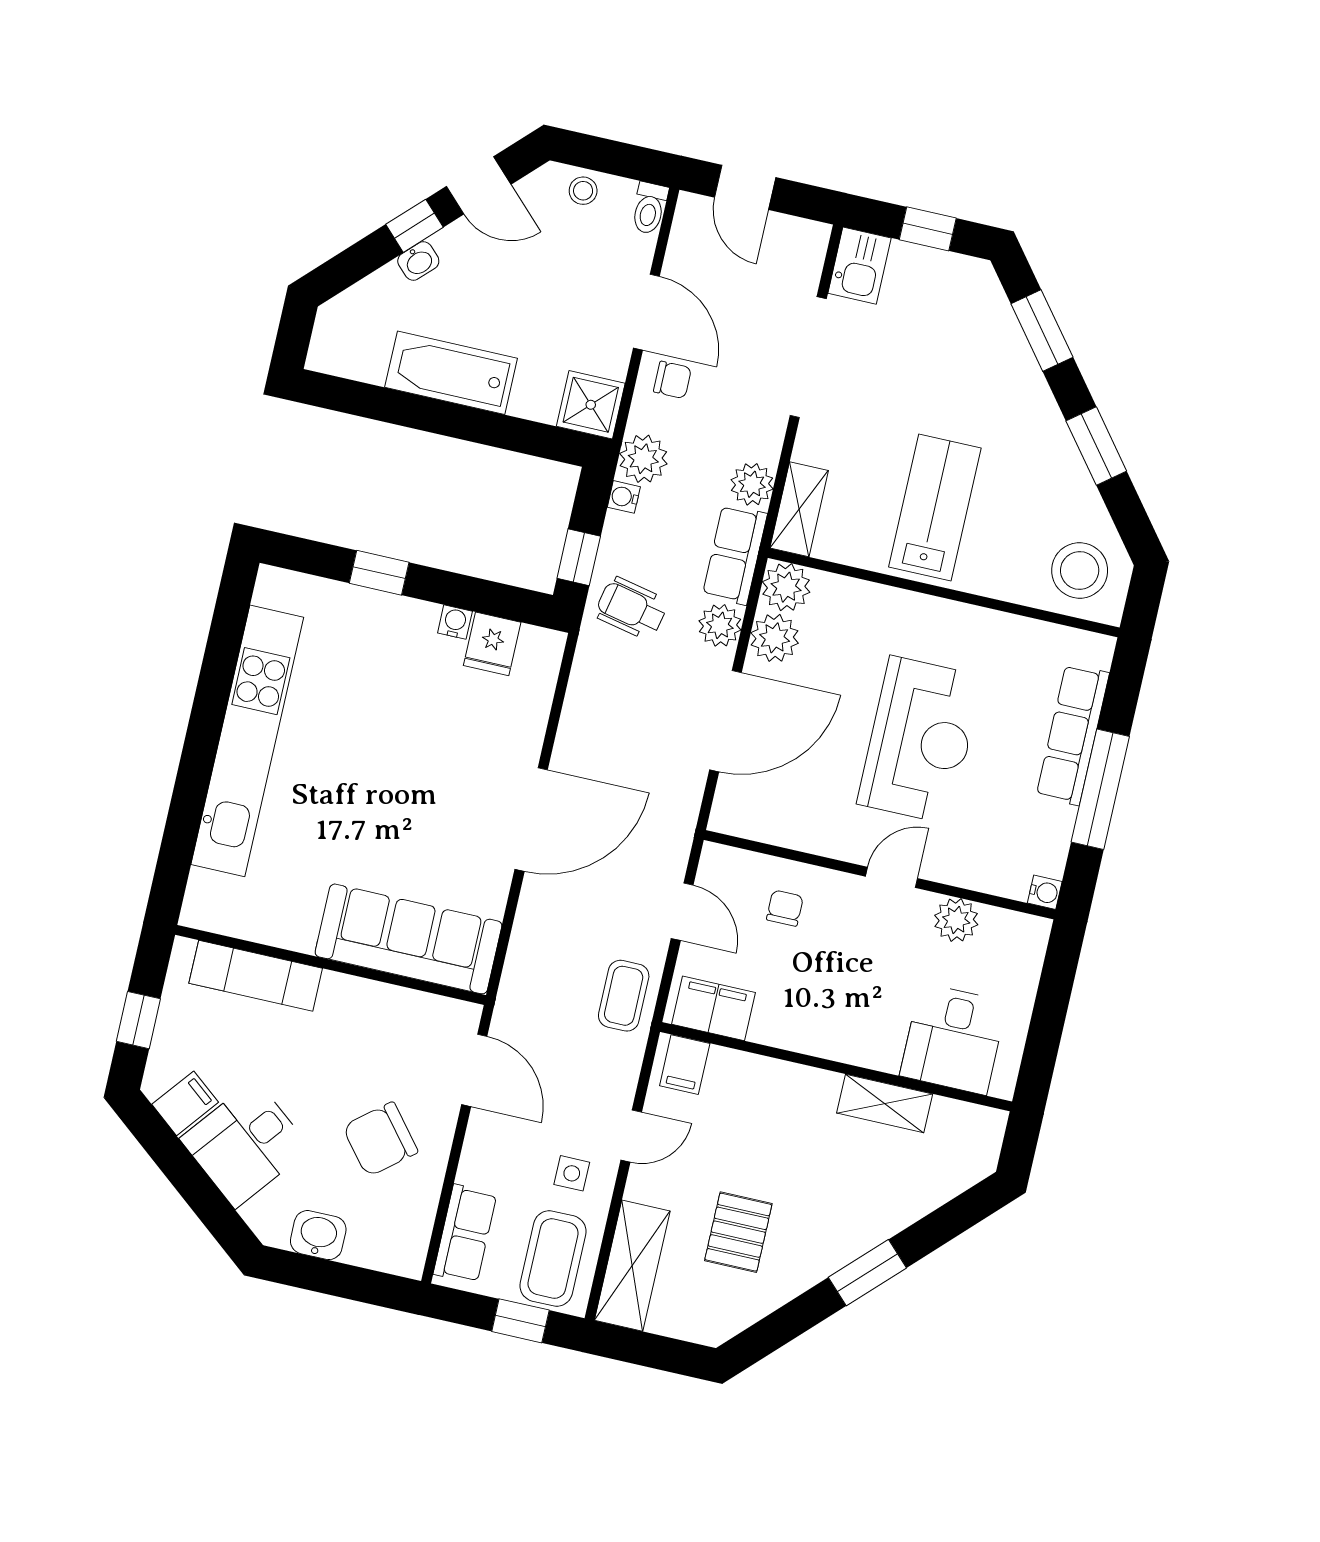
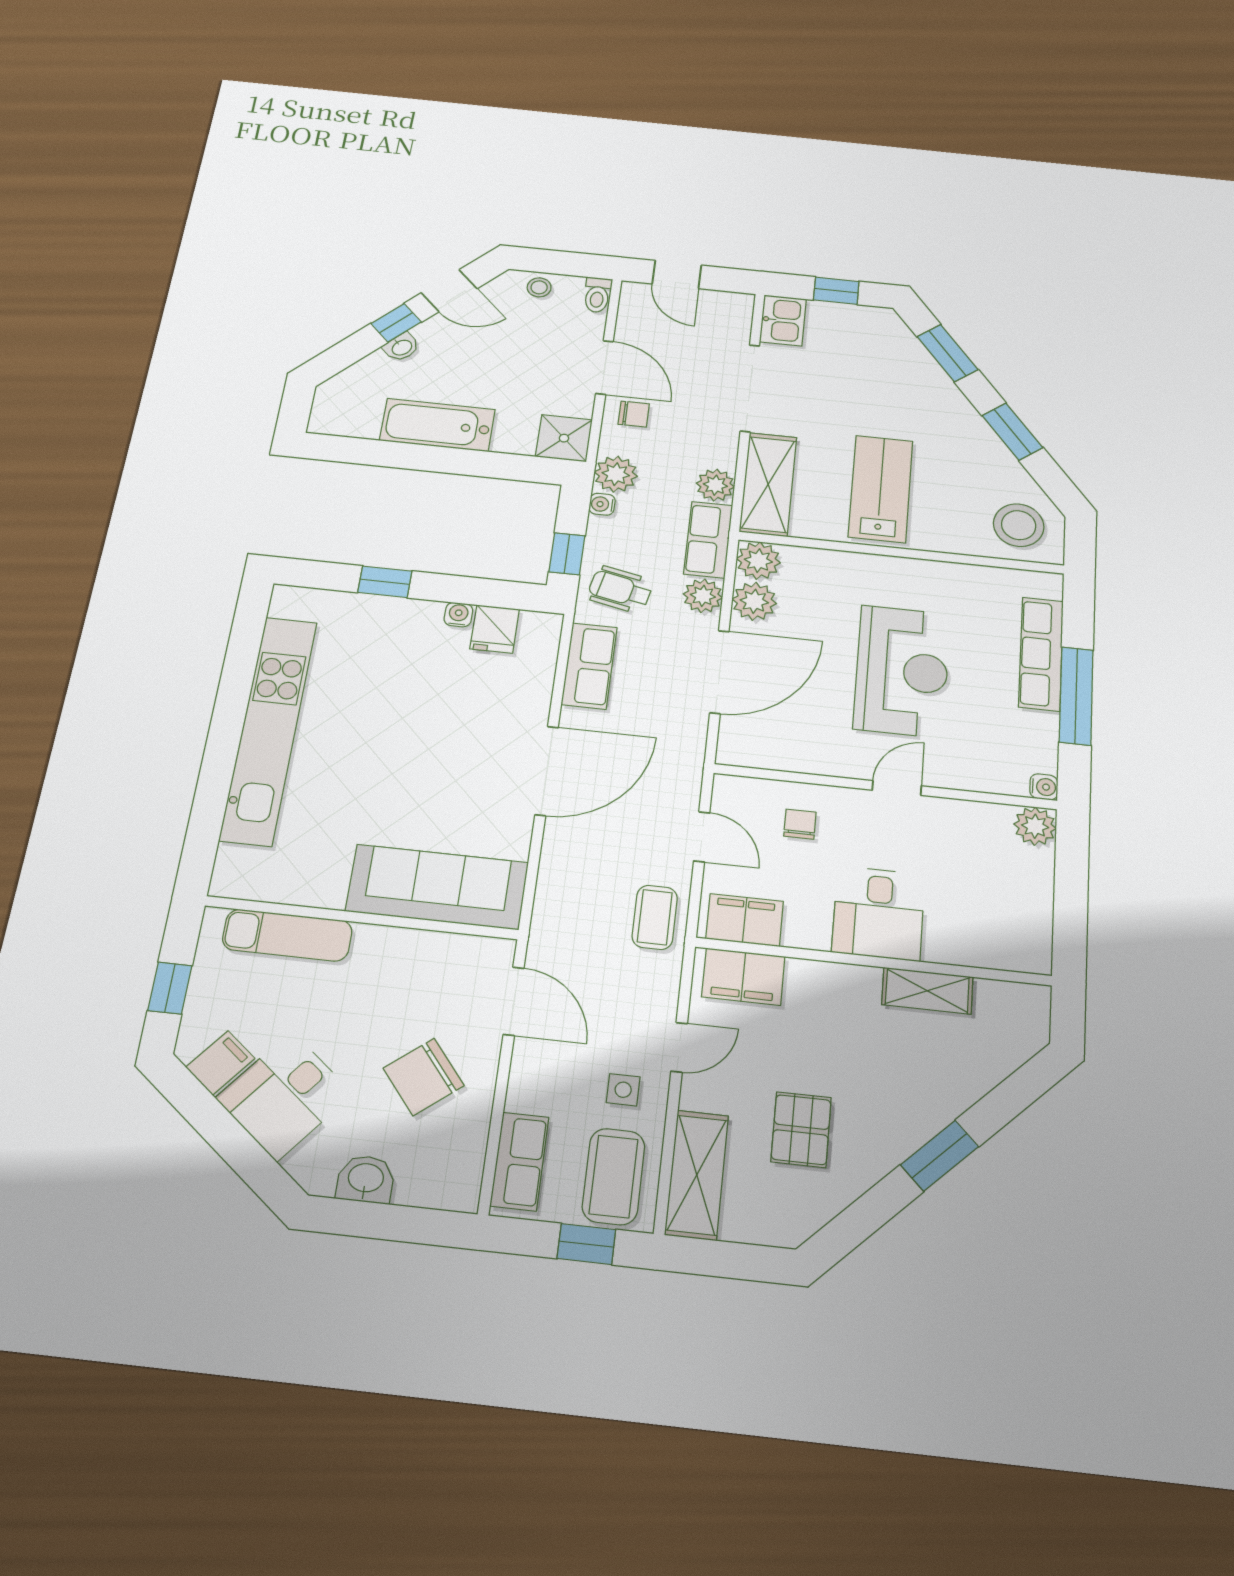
shelving: (799, 509) -> (768, 484), width x1.50, depth x1.33
row of seats: (588, 699) -> (589, 666), added
plant: (956, 920) -> (1035, 826), moved
desk: (953, 1039) -> (878, 913), moved
filing cabinet: (685, 1065) -> (743, 977), width x2.00

